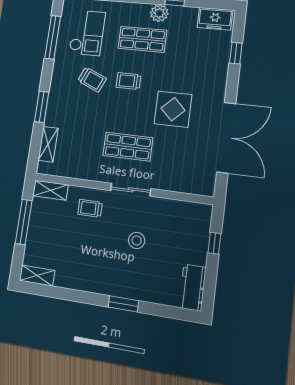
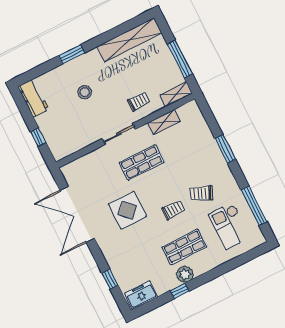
shelving: (48, 144) -> (164, 122), moved, turned 90
stool: (137, 240) -> (85, 92), moved
shelving: (37, 275) -> (129, 40), width x2.20, depth x1.33

